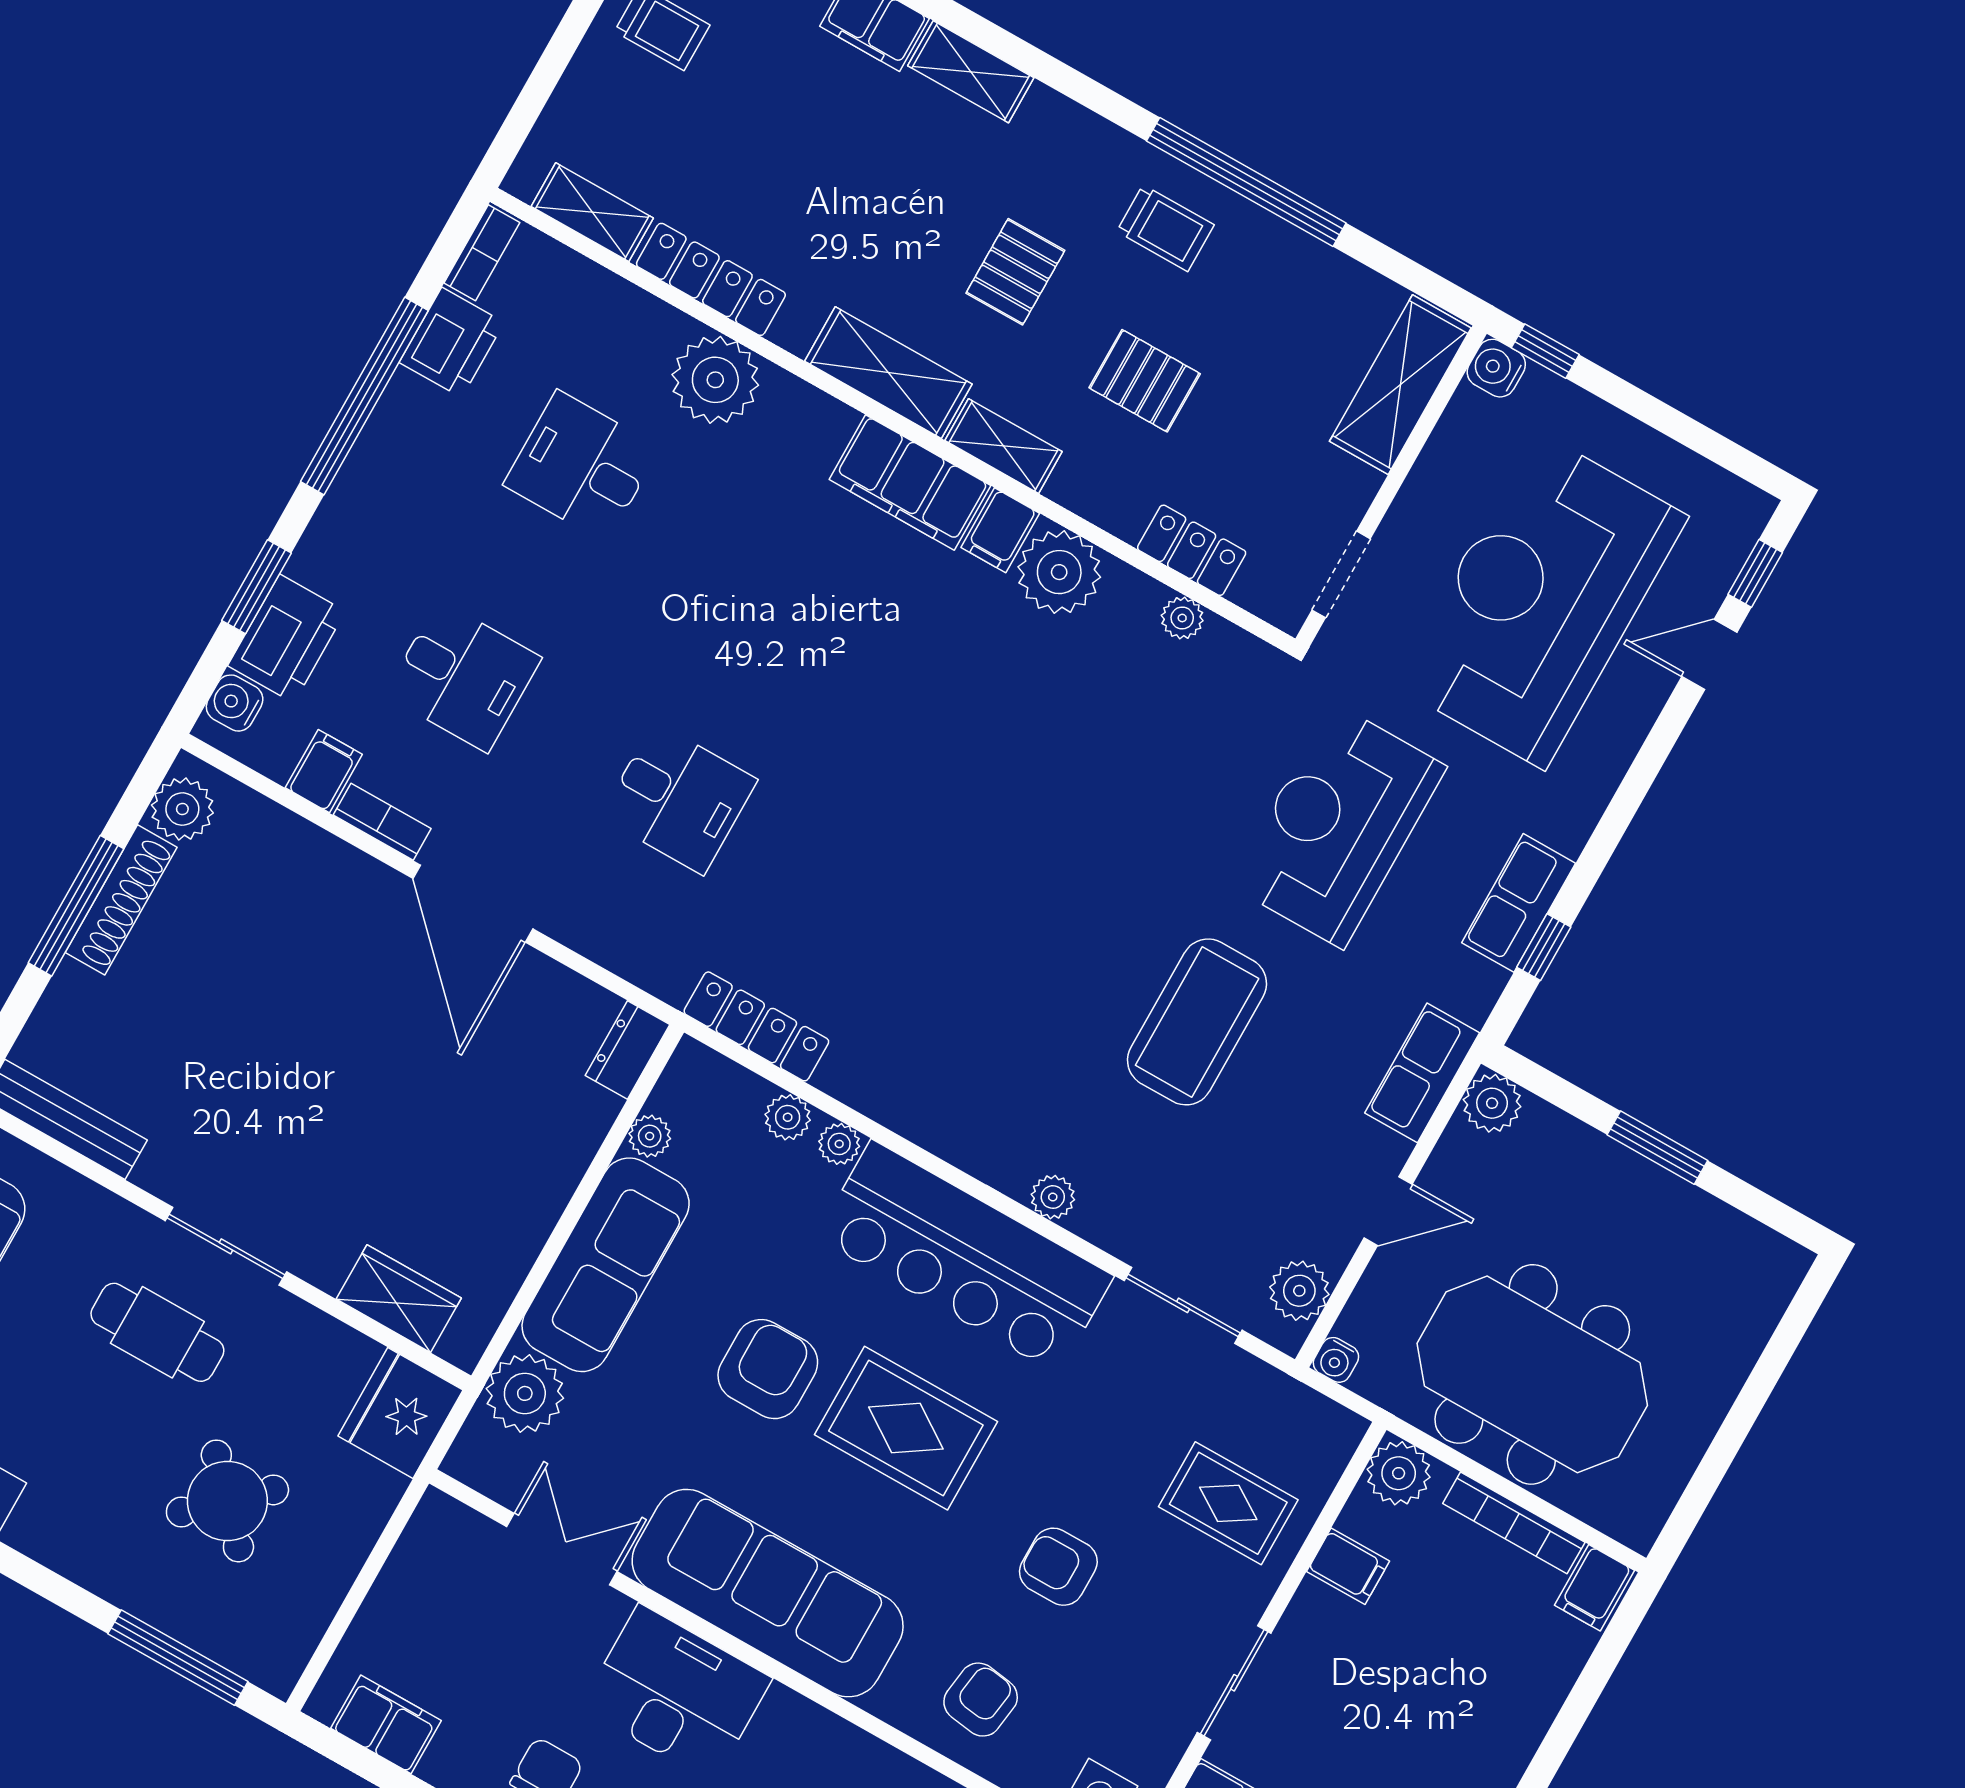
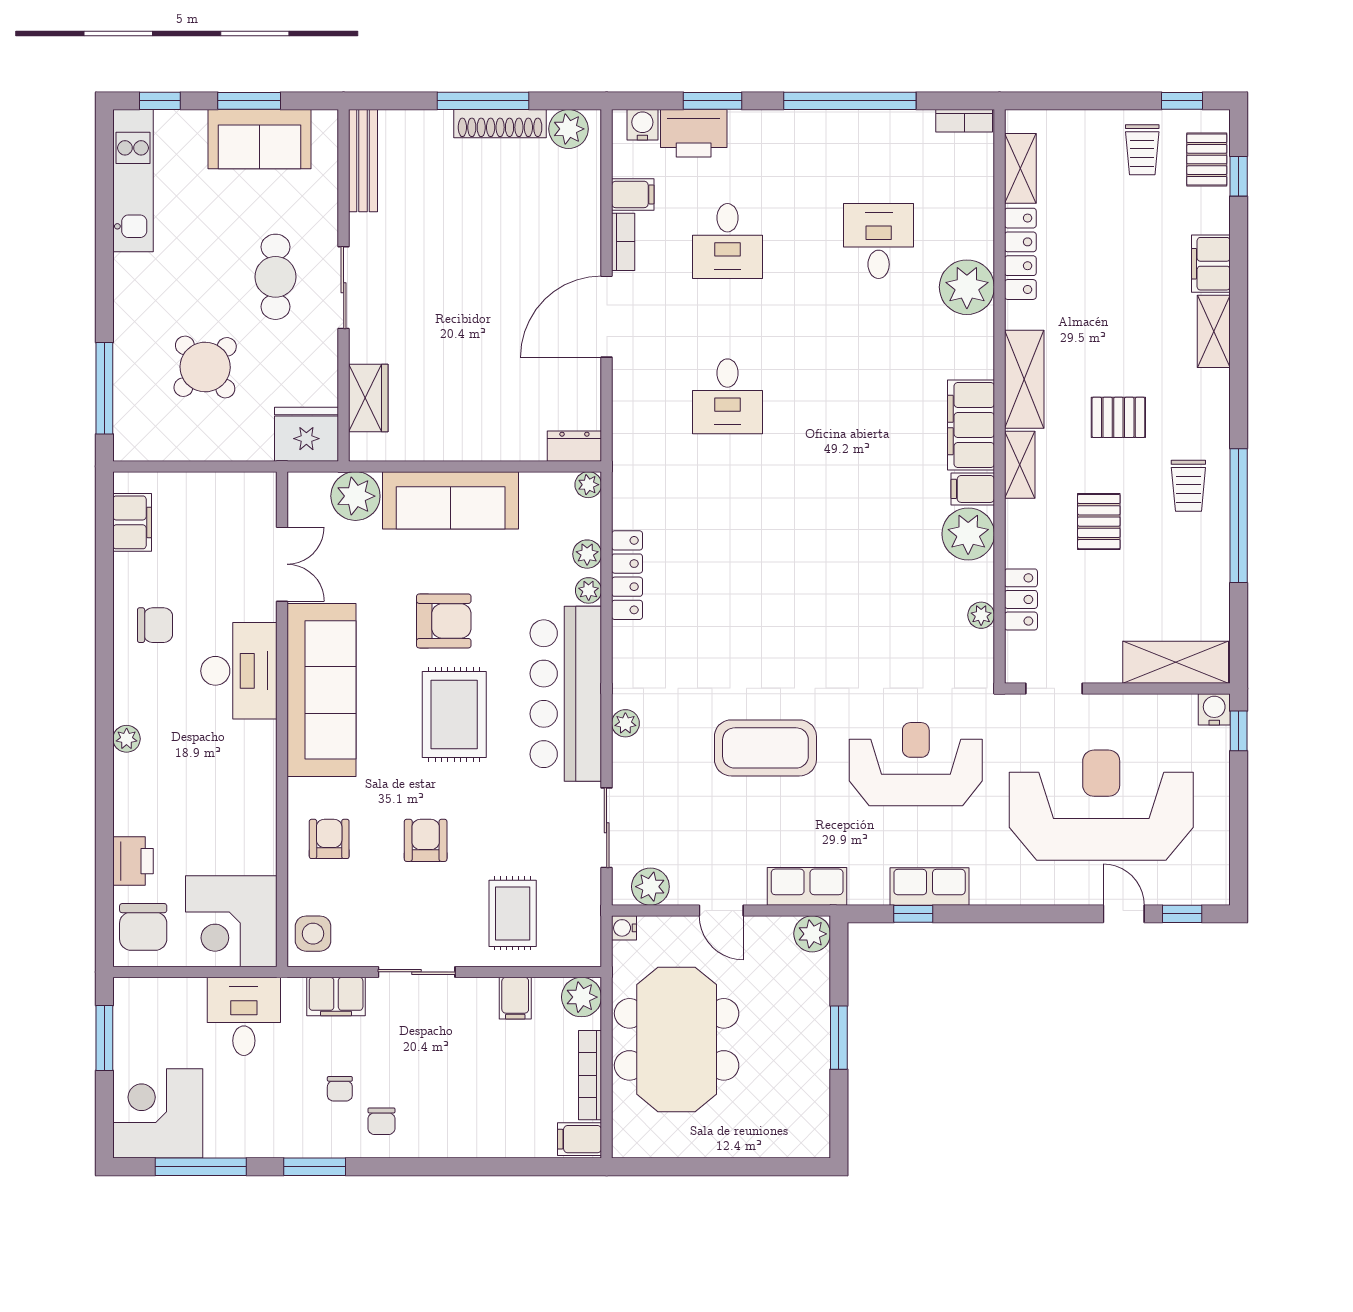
printer: (452, 342) -> (906, 132), removed
locker: (756, 1026) -> (627, 575), moved
plant: (650, 1136) -> (588, 485), moved
armchair: (981, 1700) -> (329, 839), turned -98

